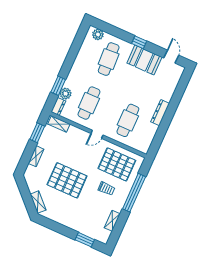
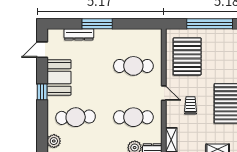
window: (172, 107) -> (97, 24), added
dresser: (160, 113) -> (79, 34), moved
trolley: (106, 189) -> (191, 105), moved

